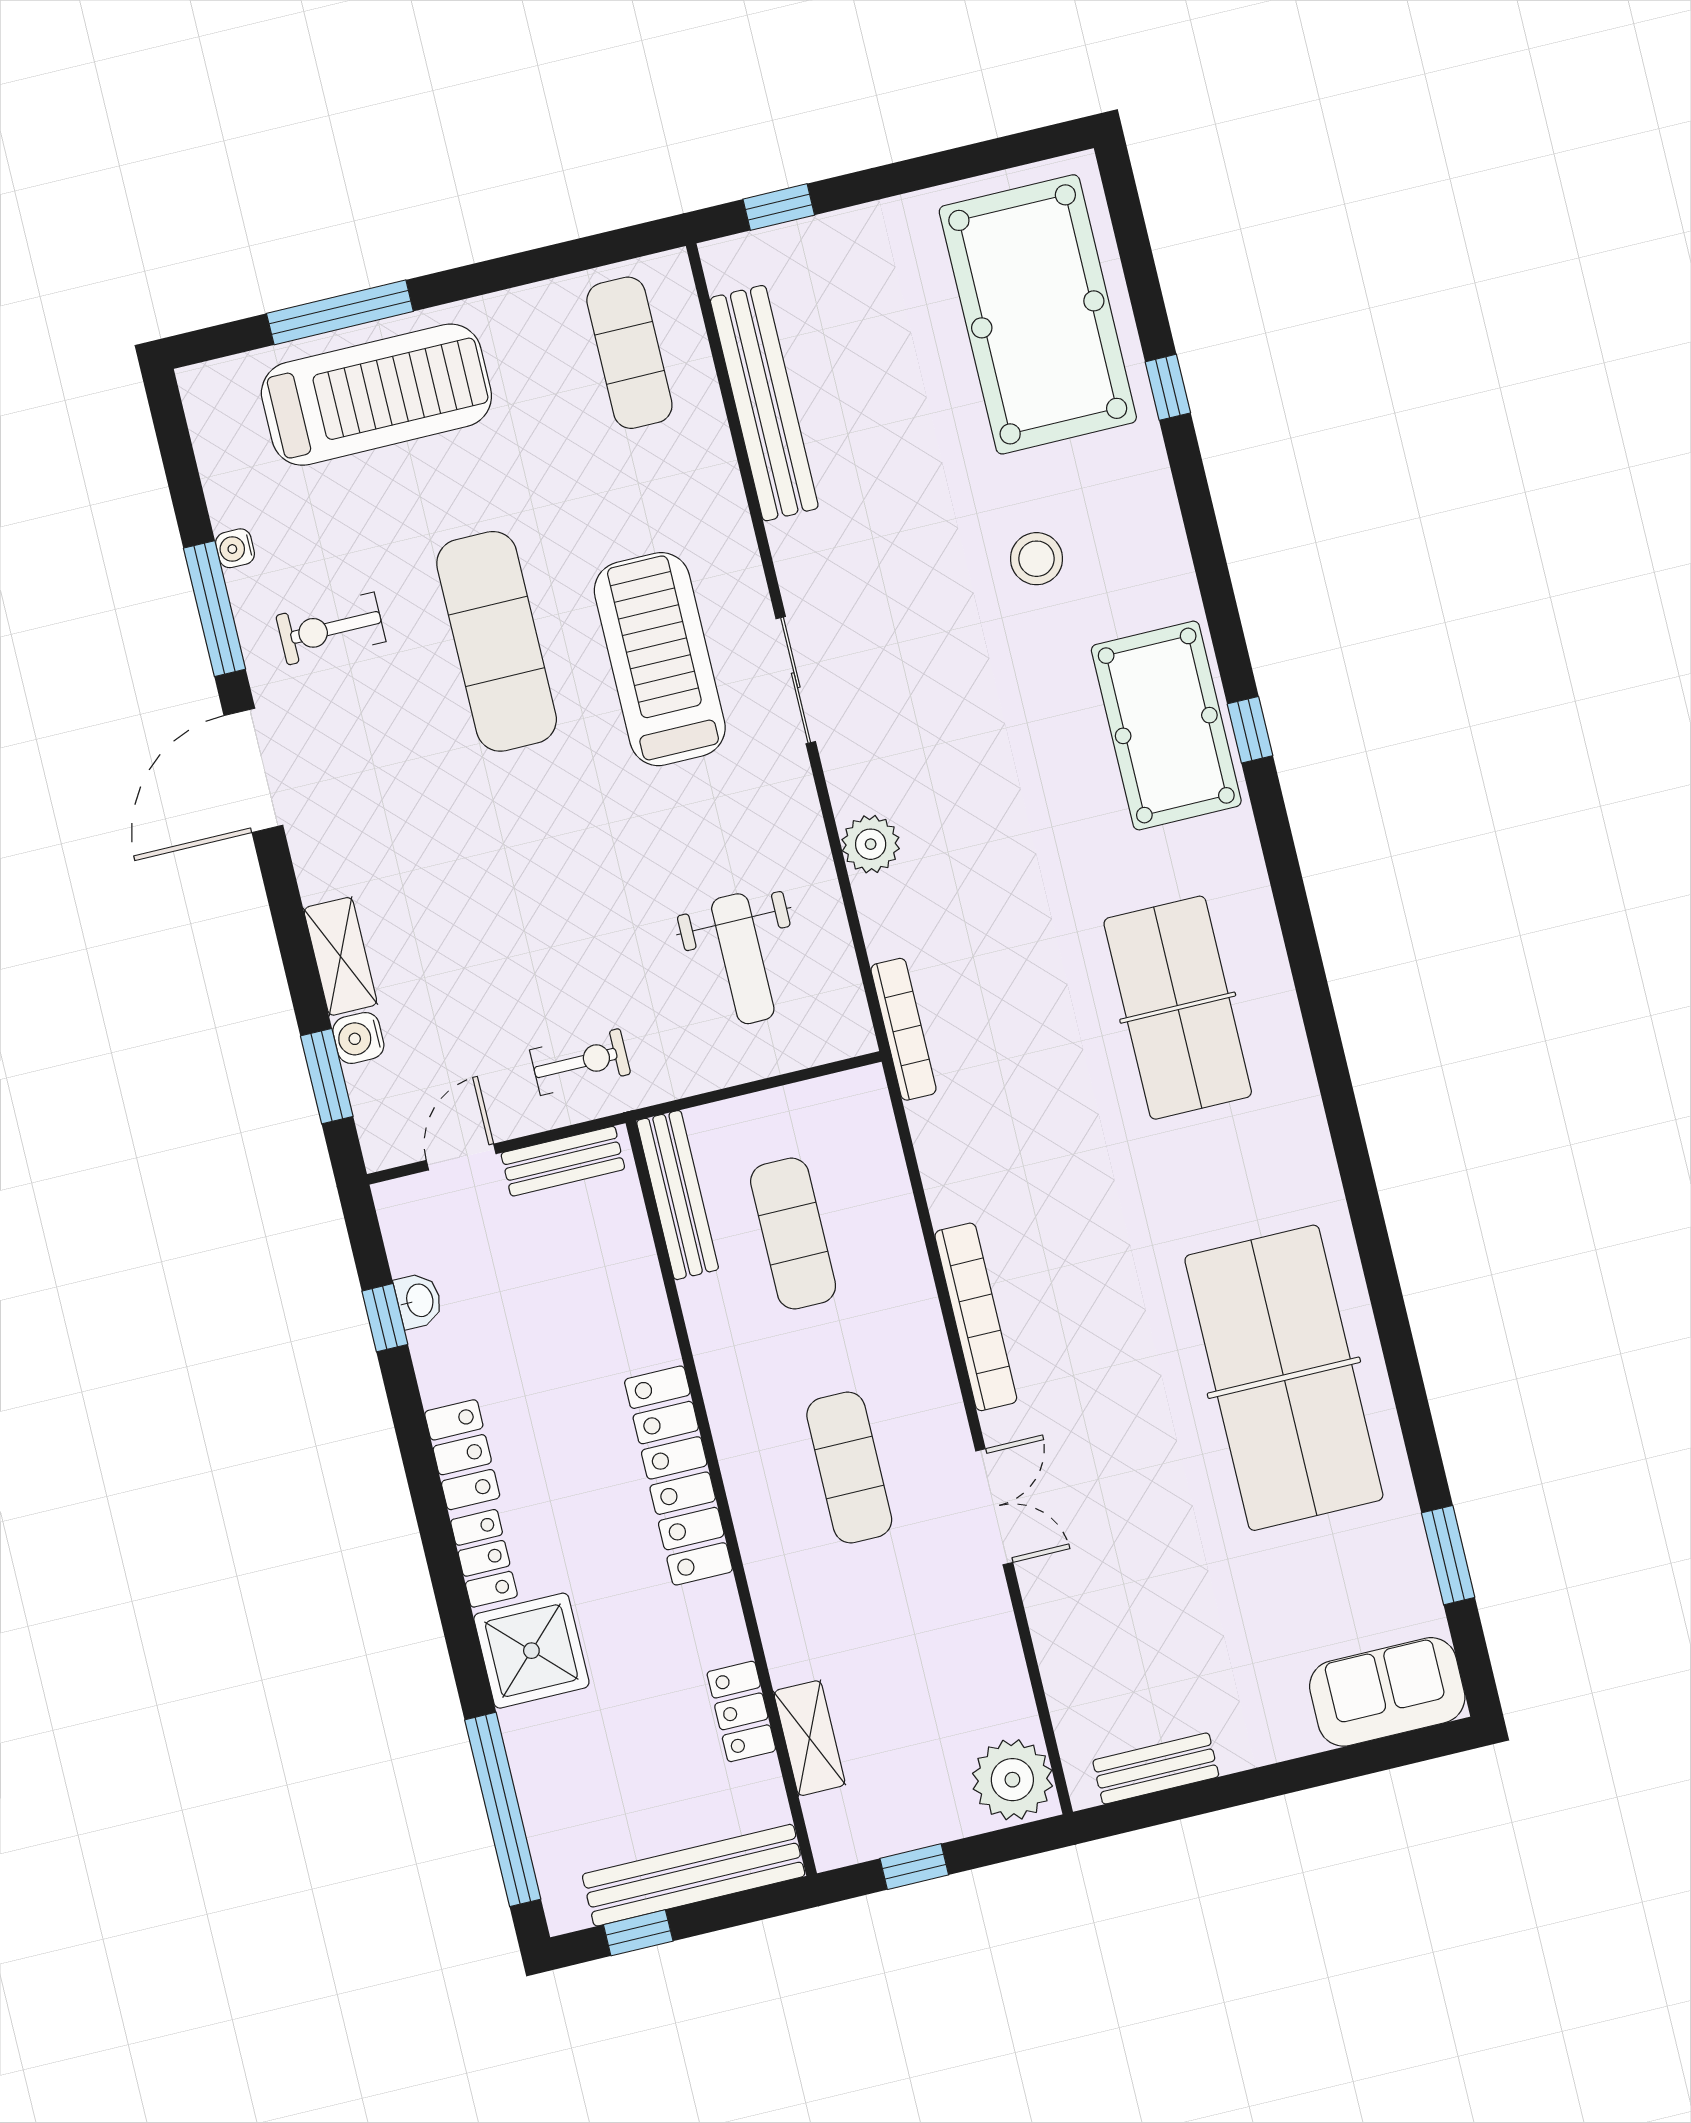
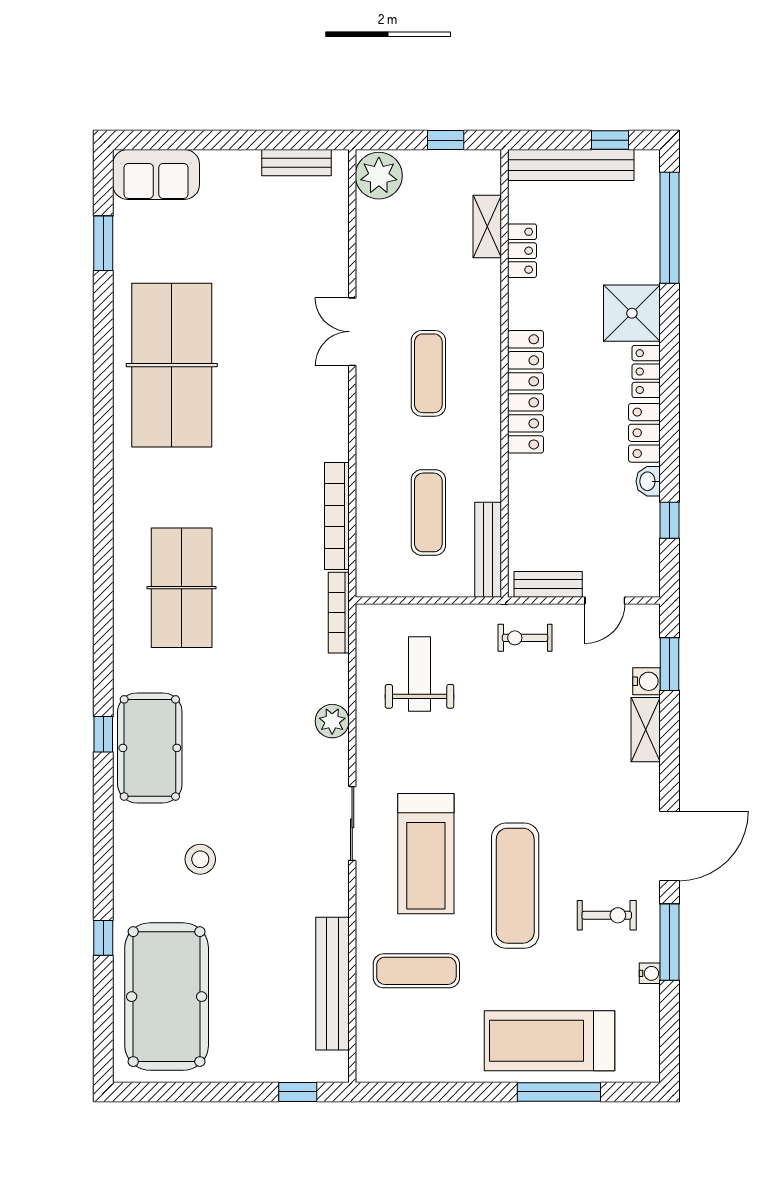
exercise mat: (629, 353) -> (416, 971), moved, turned 90
washbasin: (419, 1301) -> (648, 481), moved
bookcase: (976, 1317) -> (337, 516), moved

